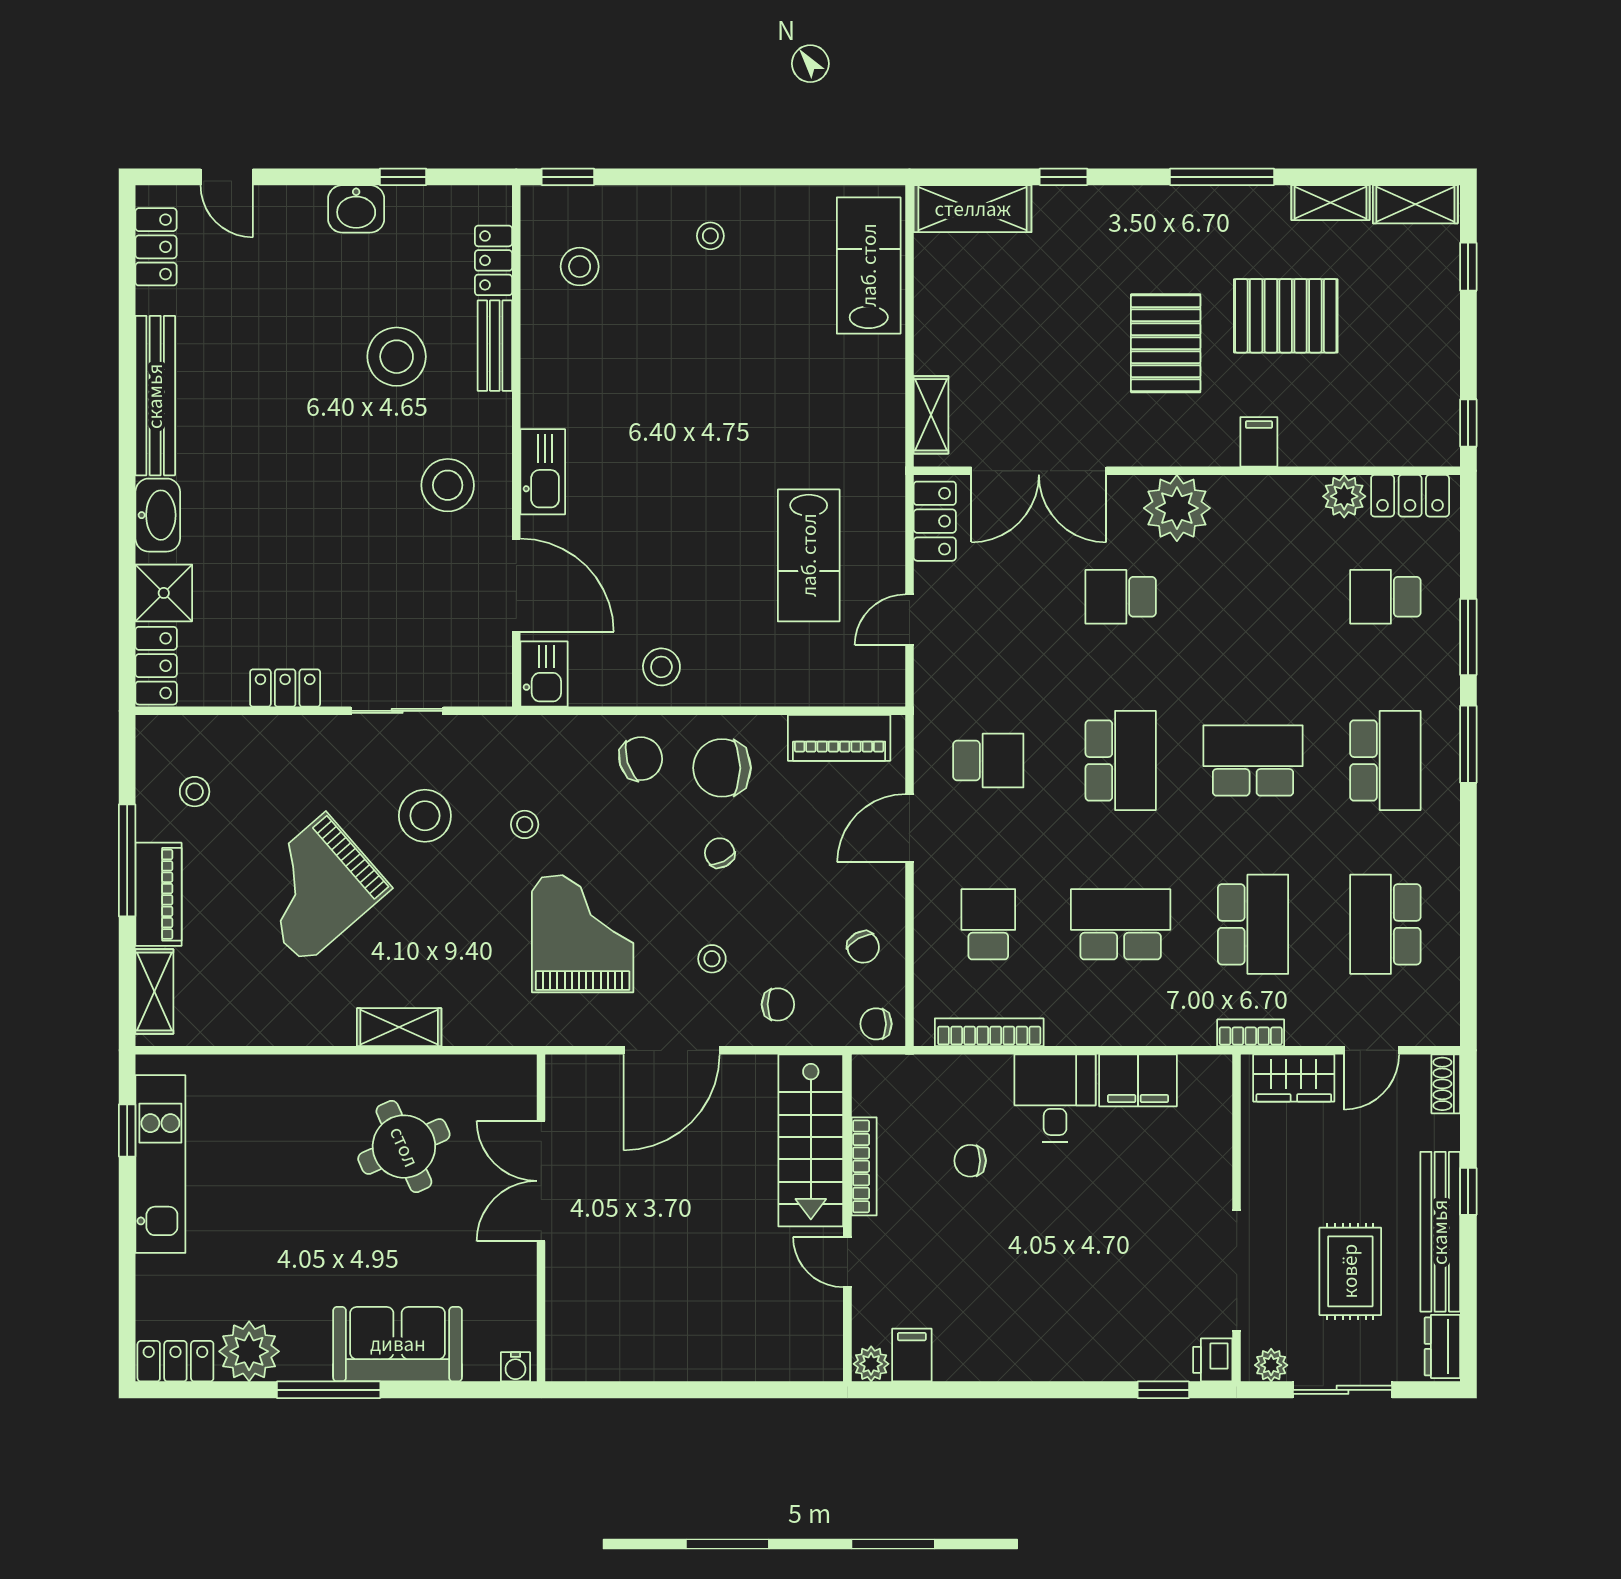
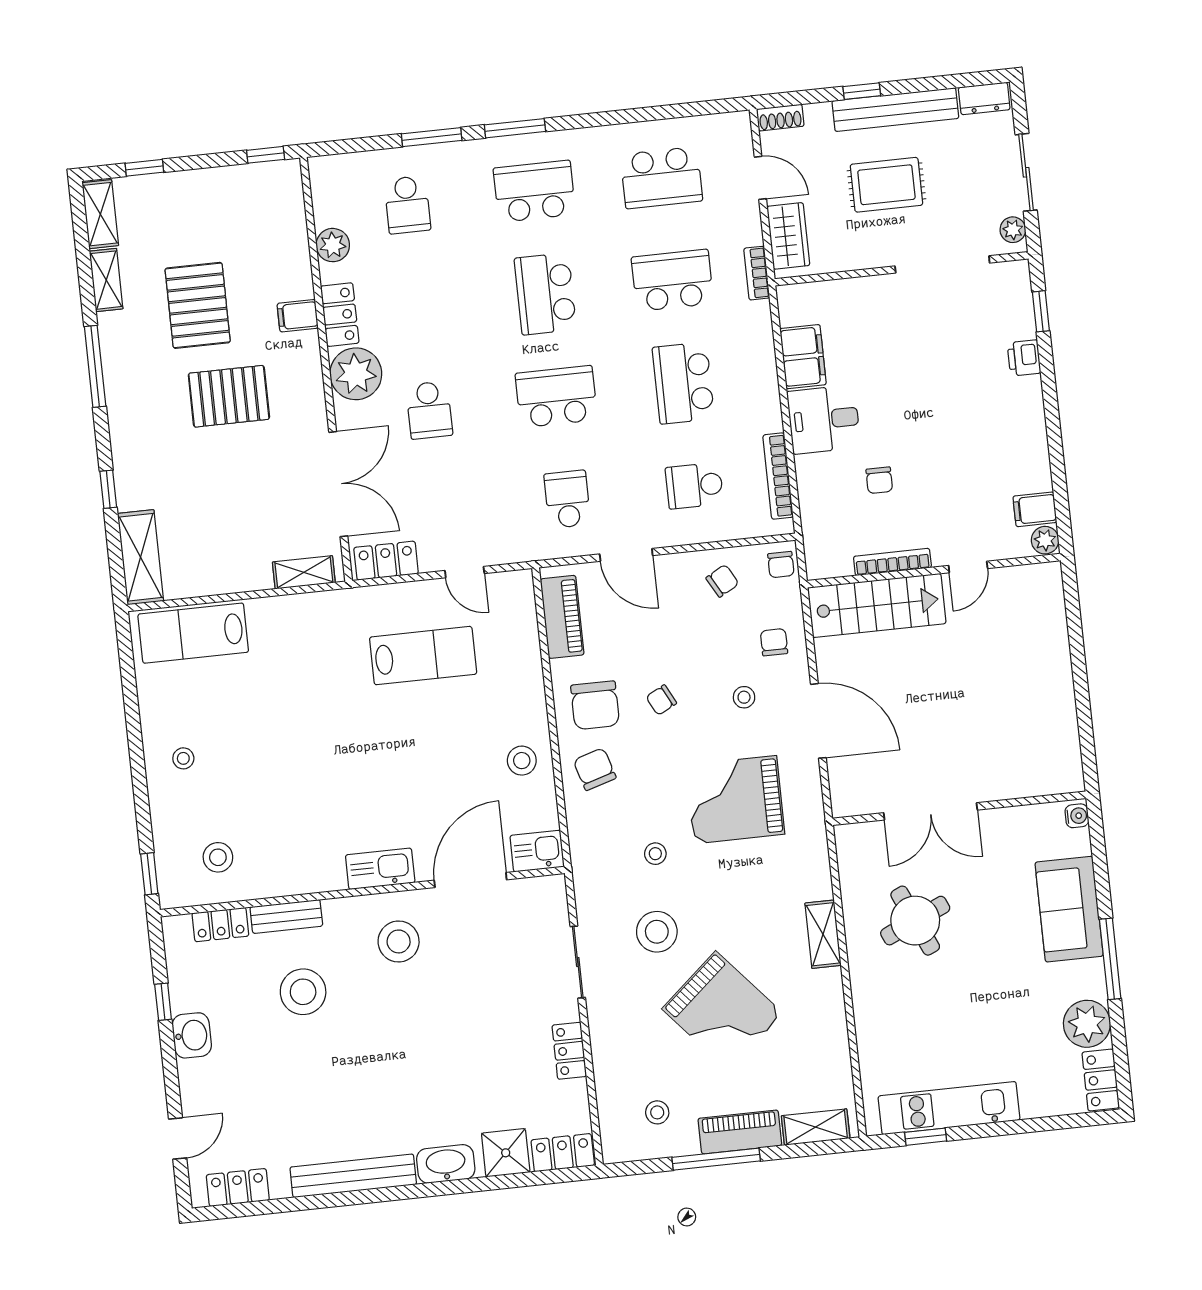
locker: (1410, 496) -> (340, 315), moved
rug: (1350, 1271) -> (886, 185), moved
printer: (1213, 1360) -> (1024, 358), moved, turned 90

